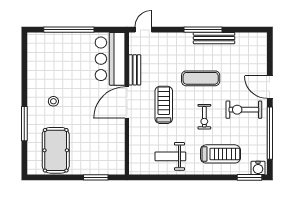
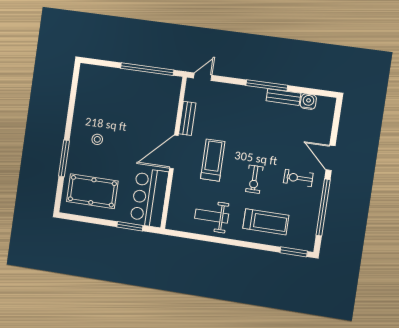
window: (69, 30) -> (147, 69), moved
bench: (214, 38) -> (283, 97), width x0.73
bar counter: (110, 59) -> (149, 198), moved
exercise mat: (201, 78) -> (256, 137), removed
exercise bike: (244, 110) -> (298, 178), width x0.73, depth x0.72
pool table: (56, 150) -> (92, 191), turned 90
water cooler: (258, 168) -> (308, 102), moved, turned 180

